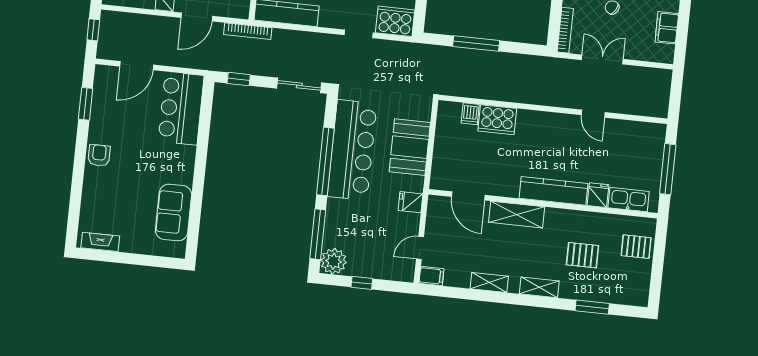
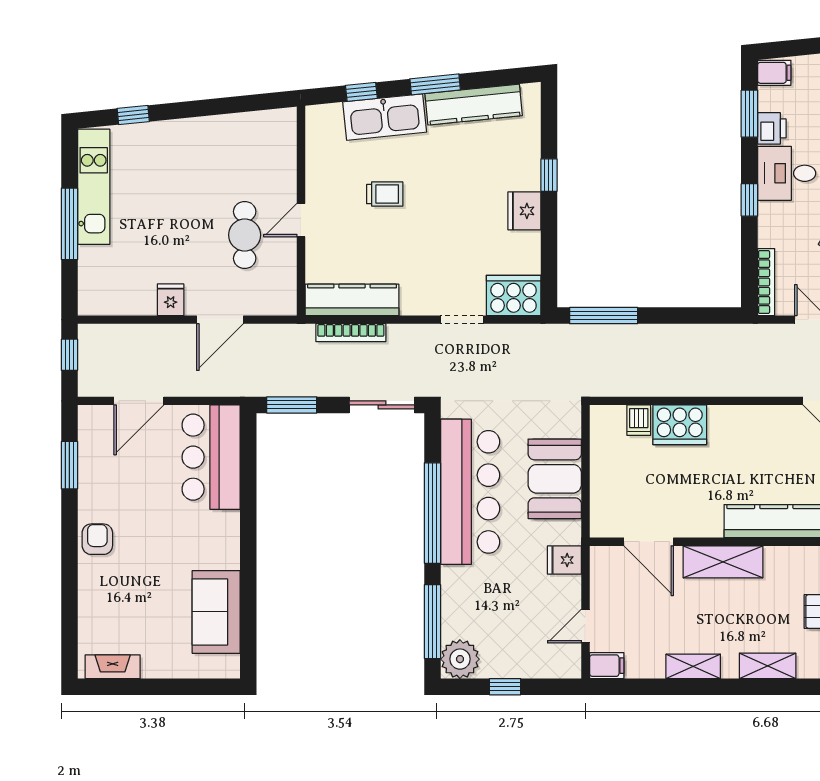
bookcase: (248, 31) -> (351, 333), moved
window: (476, 43) -> (604, 316), moved
window: (239, 79) -> (292, 405), width x1.50

